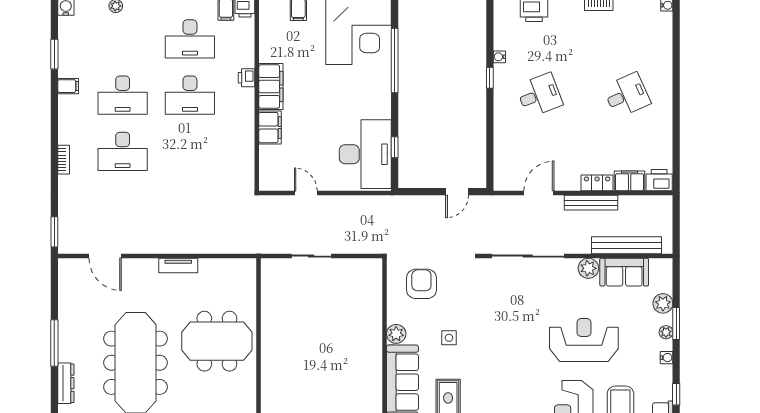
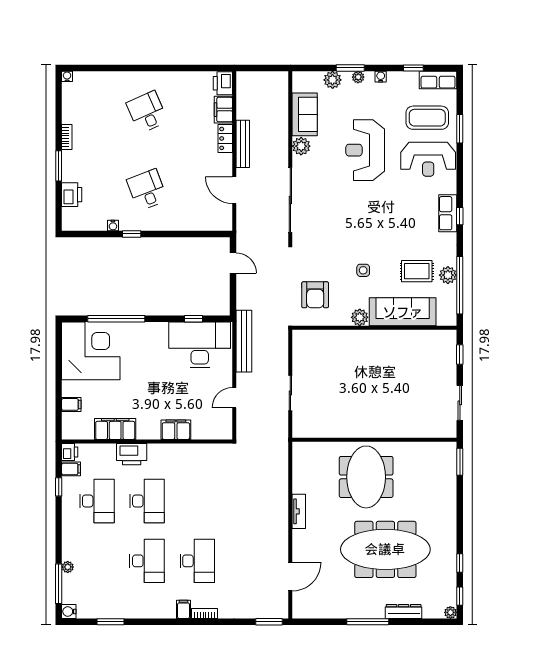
printer: (247, 78) -> (132, 454), width x1.87, depth x1.48
filing cabinet: (68, 86) -> (184, 609), moved
filing cabinet: (271, 87) -> (115, 429), moved
bench: (626, 245) -> (244, 341), moved
armchair: (421, 284) -> (315, 295), turned -90

